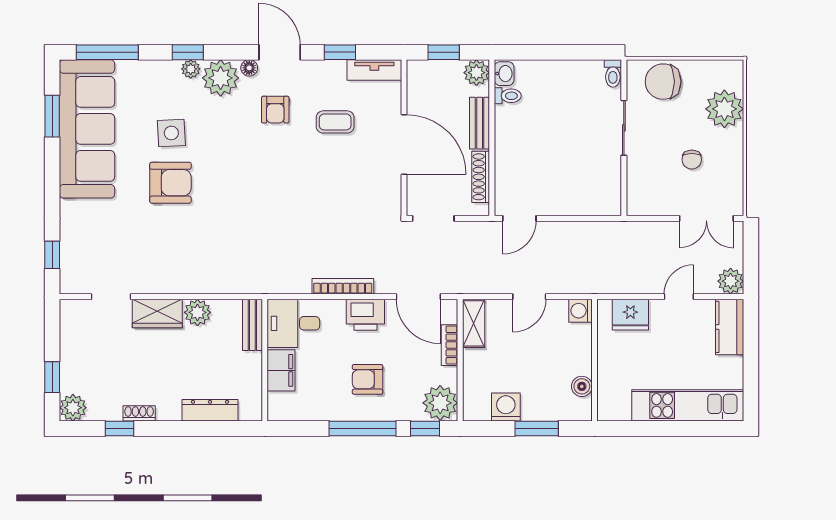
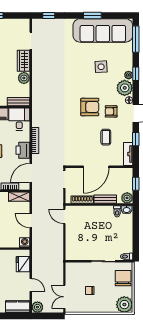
plant: (724, 109) -> (124, 305), moved
window: (52, 116) -> (92, 15), moved
armchair: (170, 183) -> (90, 107), moved, turned -90

